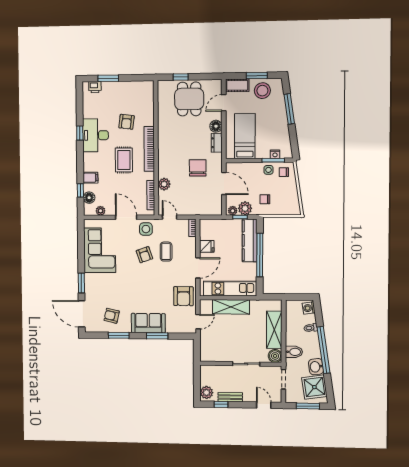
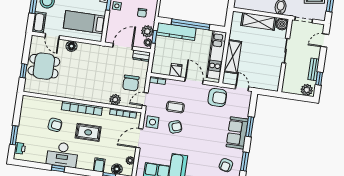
dresser: (217, 143) -> (141, 56), moved
chair: (198, 168) -> (131, 83), moved, turned -90

